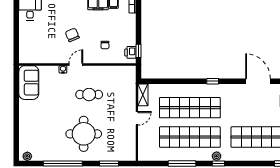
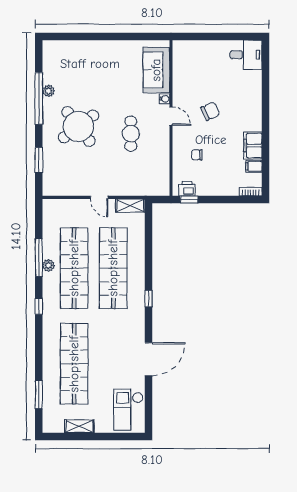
sofa: (29, 83) -> (156, 70), moved, turned 90
round table: (84, 134) -> (78, 126), turned -37
plant: (27, 156) -> (48, 91), moved
plant: (217, 156) -> (49, 265), moved

